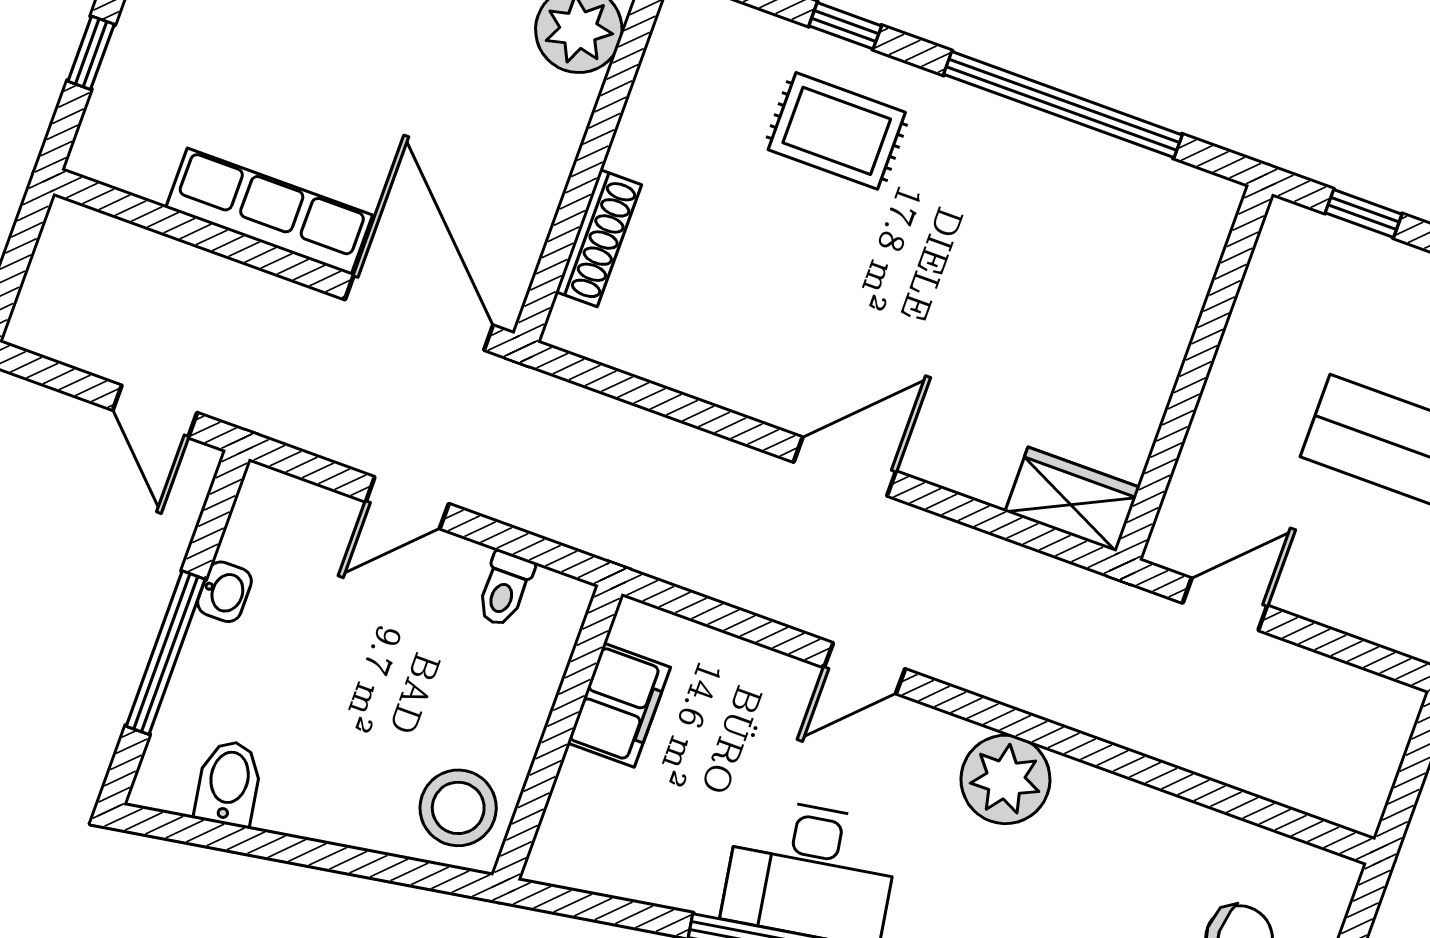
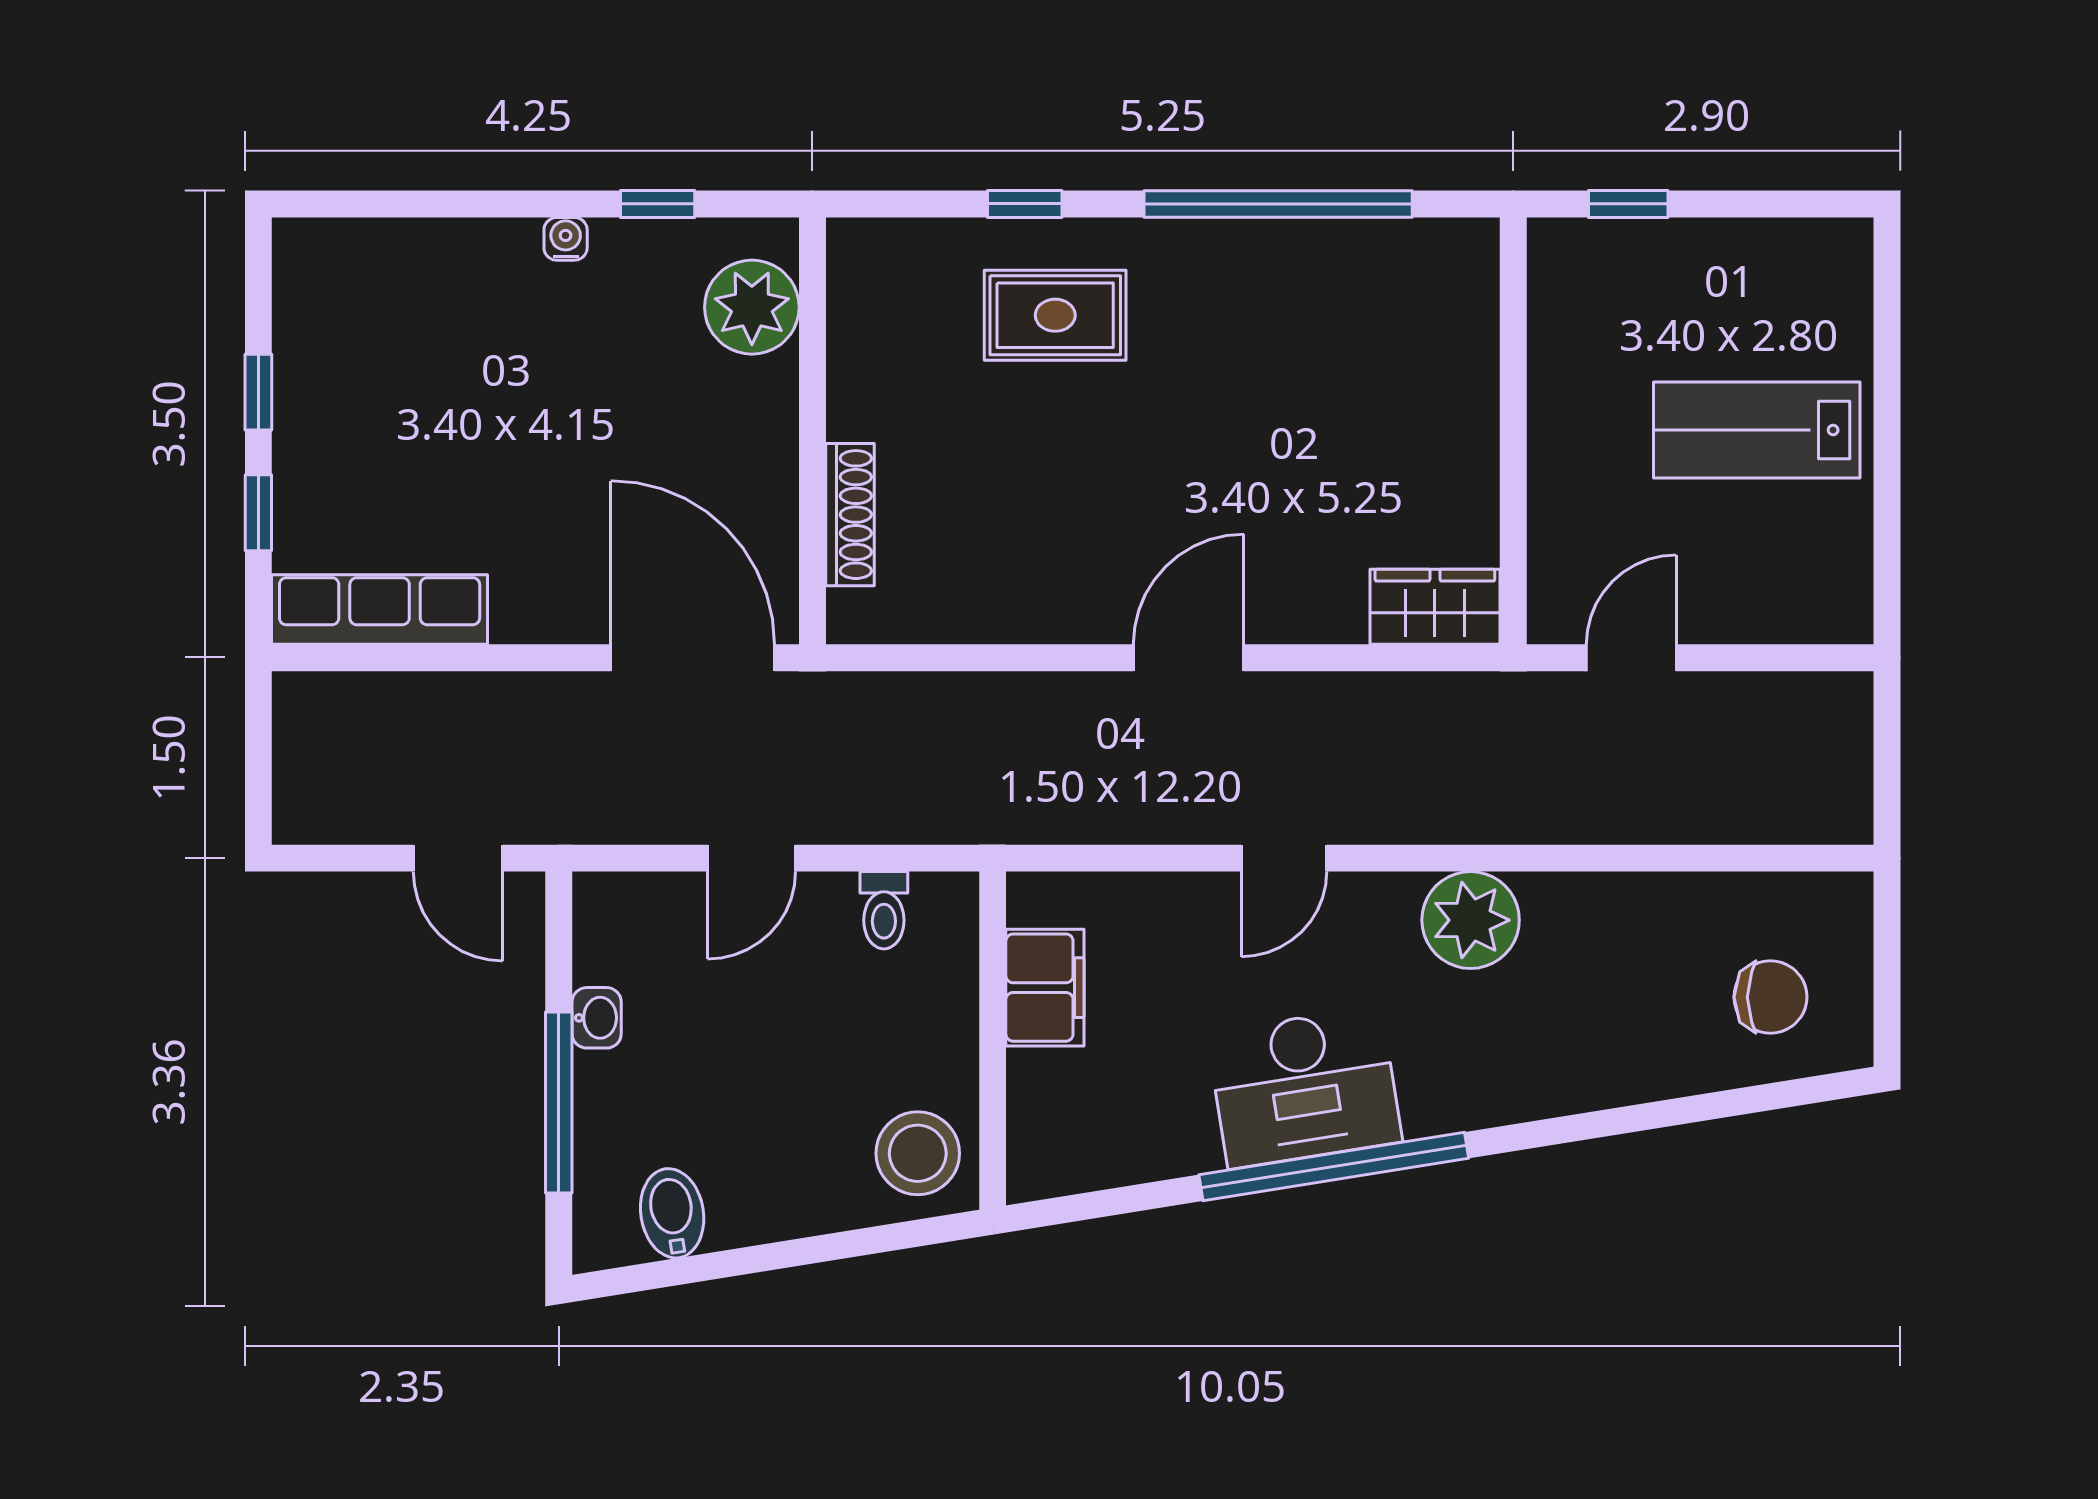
row of seats: (269, 211) -> (380, 610), moved

